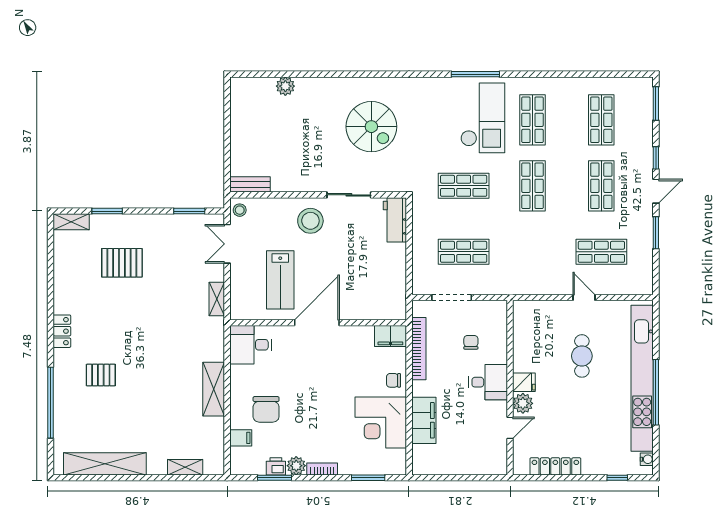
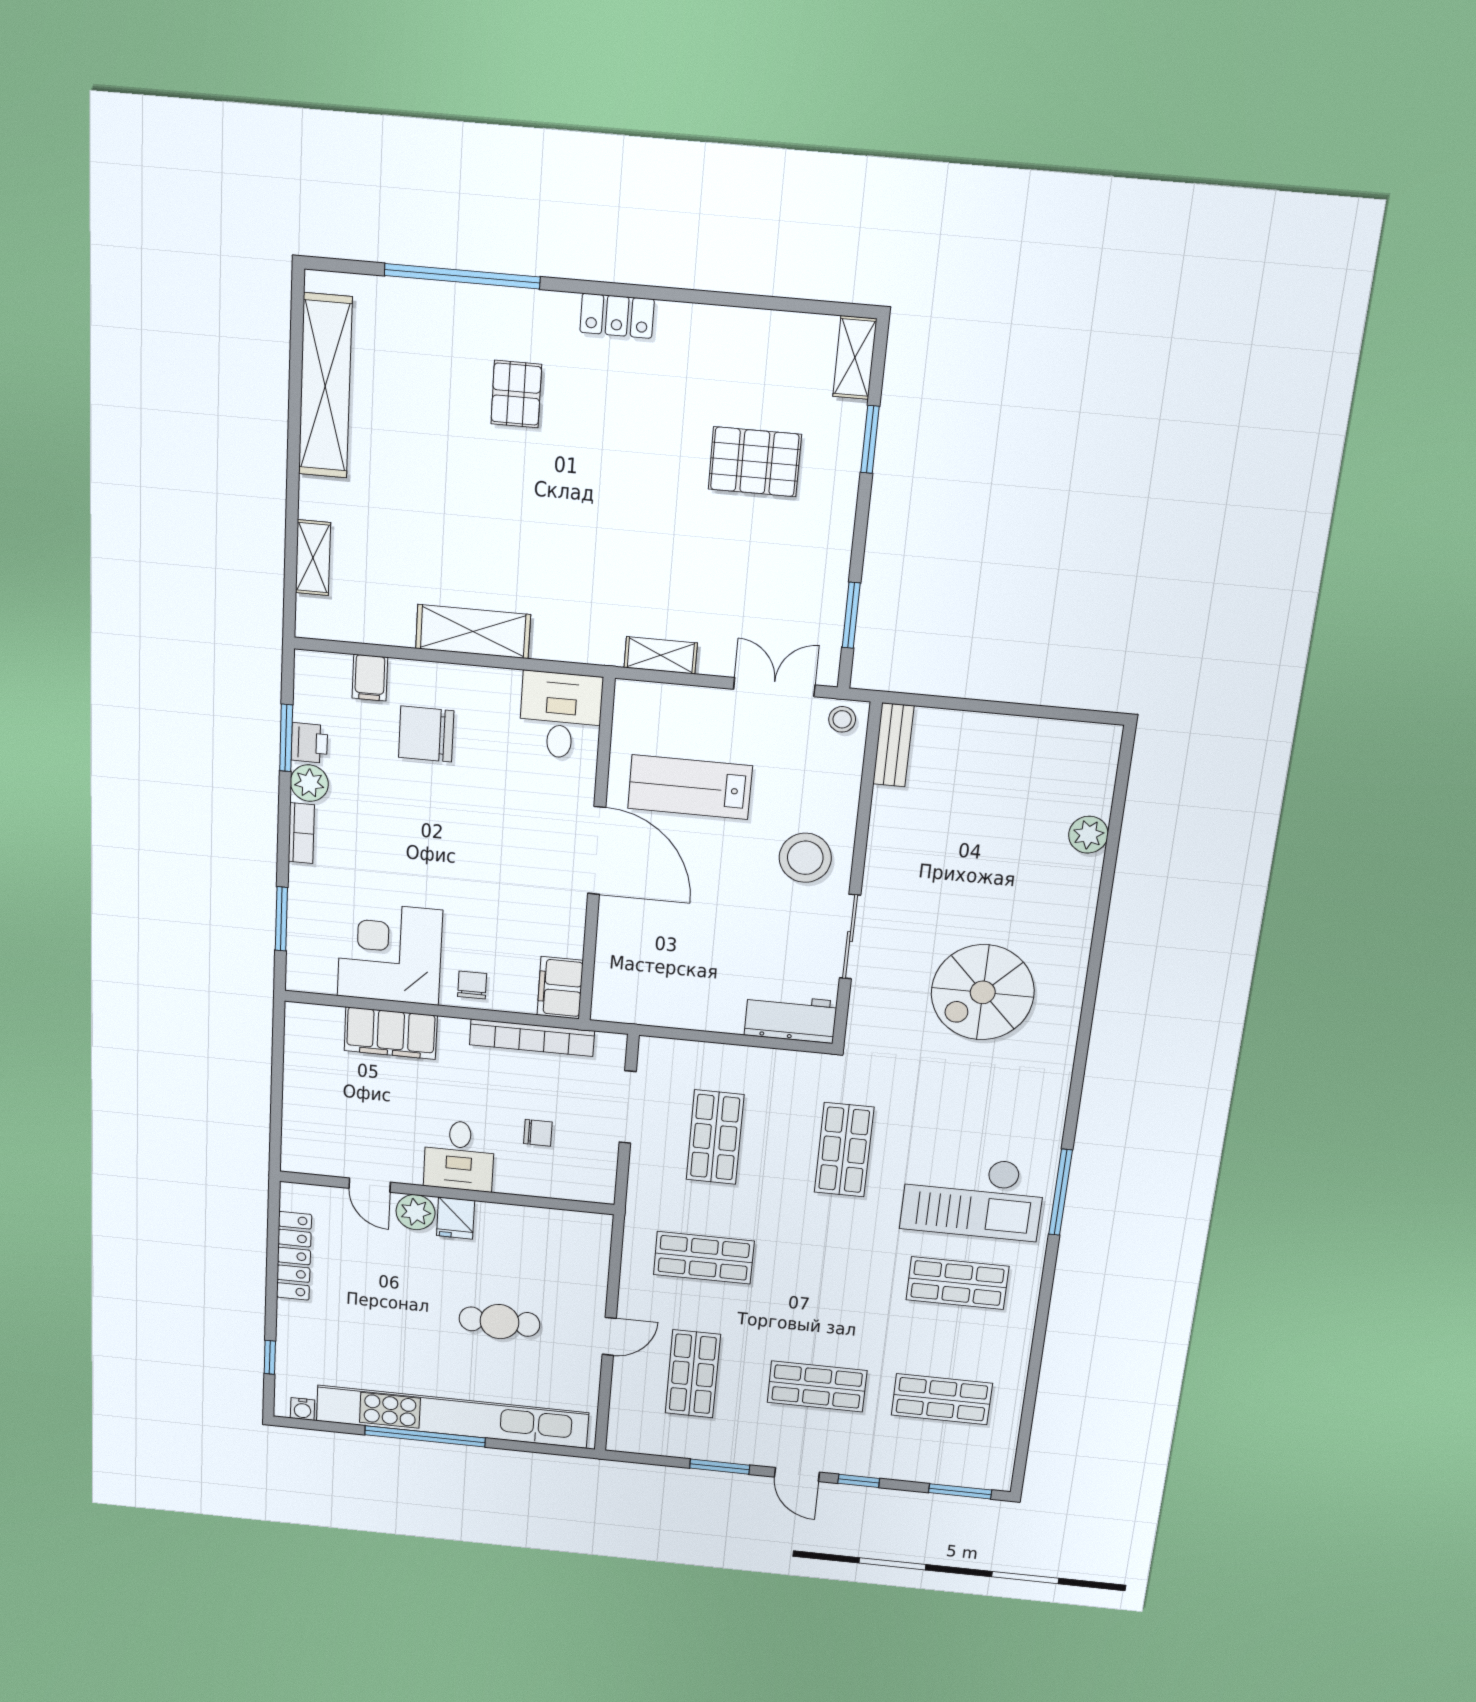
shop shelf: (532, 186) -> (704, 1258), moved
pallet: (122, 263) -> (755, 462), turned 90

